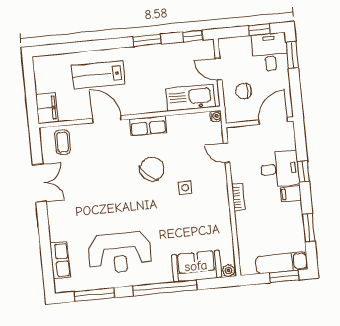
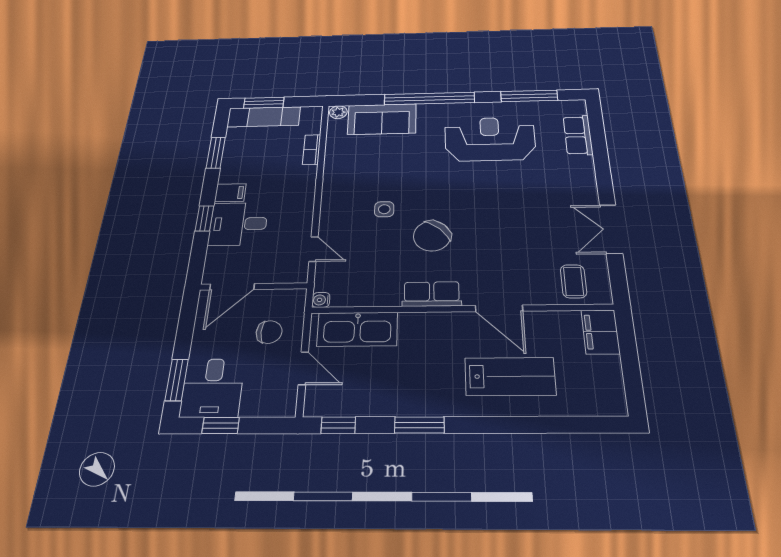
bookcase: (238, 197) -> (312, 150), moved

